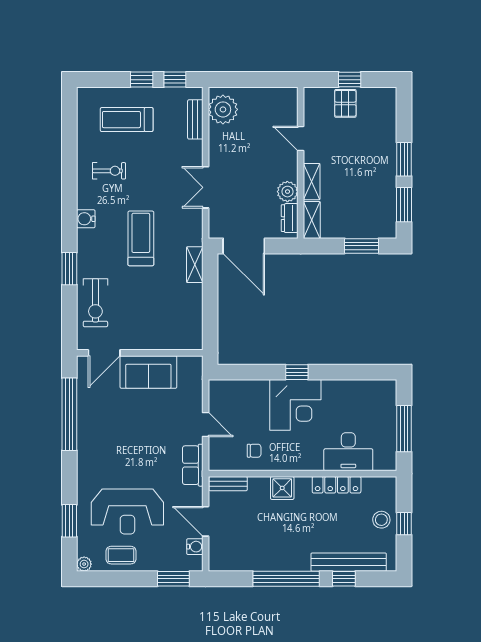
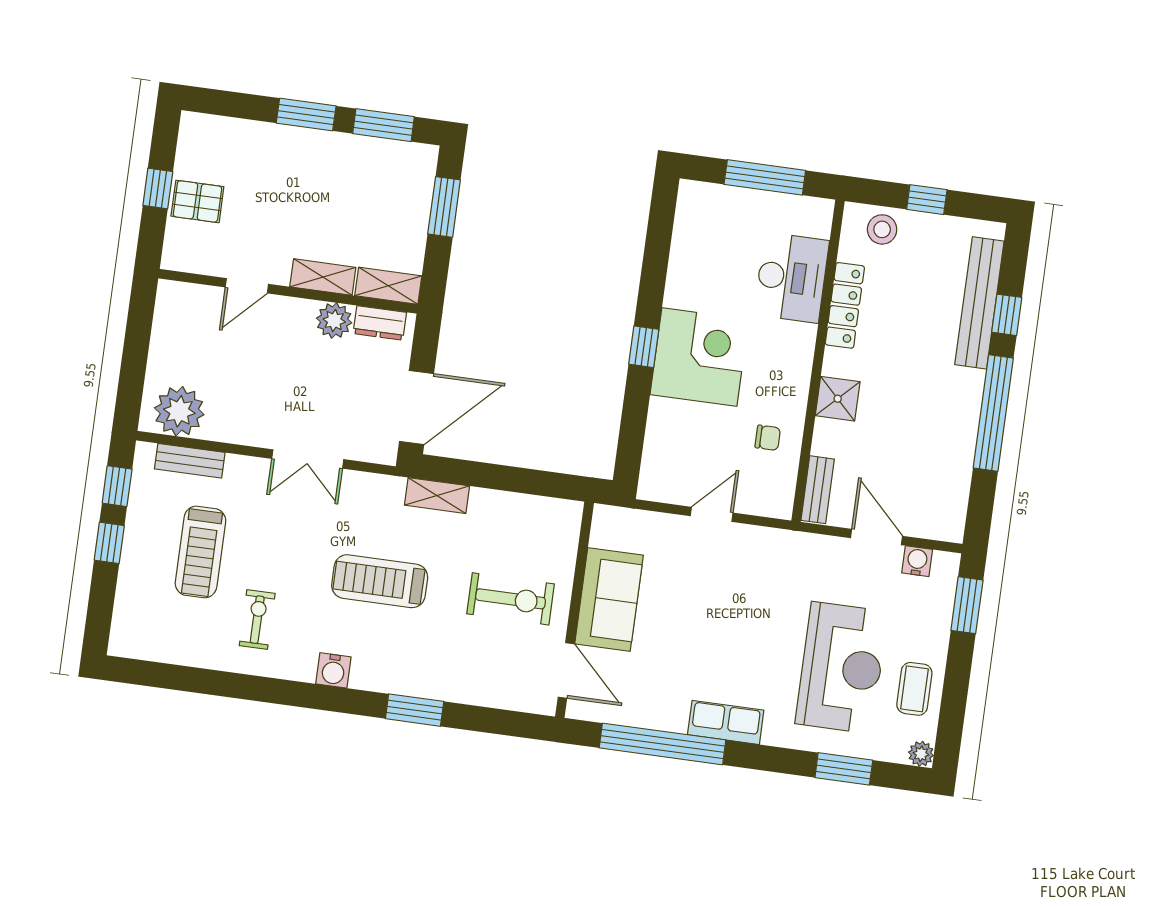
treadmill: (127, 120) -> (200, 552), moved
exercise bike: (95, 303) -> (511, 599), moved
chair: (254, 451) -> (768, 438), turned 90
row of seats: (193, 465) -> (726, 722), moved, turned 180
stool: (381, 520) -> (882, 229), moved
door: (206, 521) -> (877, 537), swing flipped

